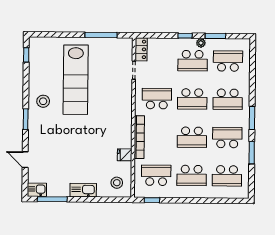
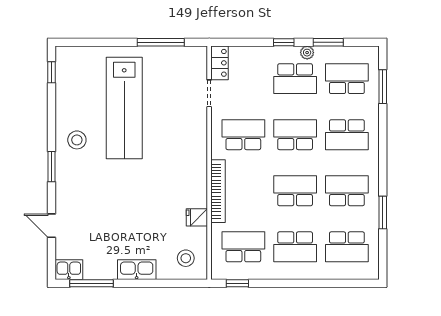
school desk: (192, 99) -> (295, 135), turned 180
window: (252, 118) -> (383, 87), moved
school desk: (192, 137) -> (295, 191), turned 180

